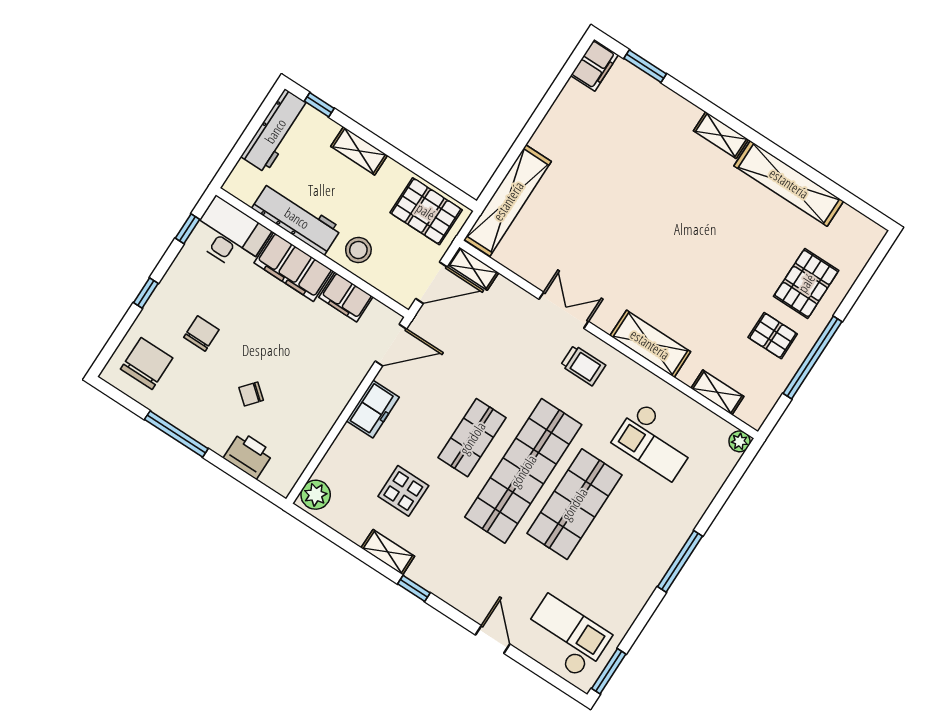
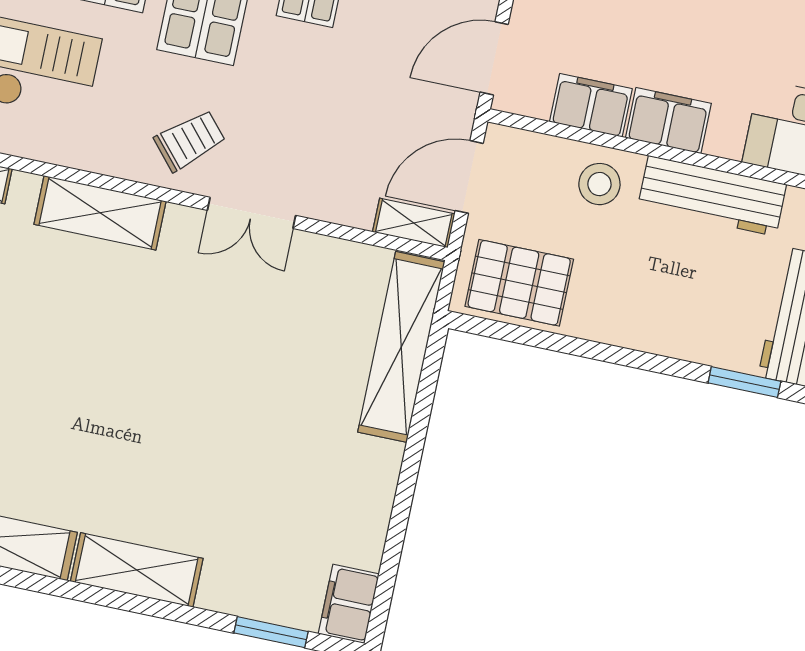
window: (319, 105) -> (744, 382), width x1.50
shelving: (721, 135) -> (137, 570), width x1.50, depth x1.33
shelving: (359, 151) -> (657, 335), removed
filing cabinet: (294, 267) -> (668, 121), width x0.67, depth x0.86
trolley: (583, 365) -> (190, 140), turned 139

